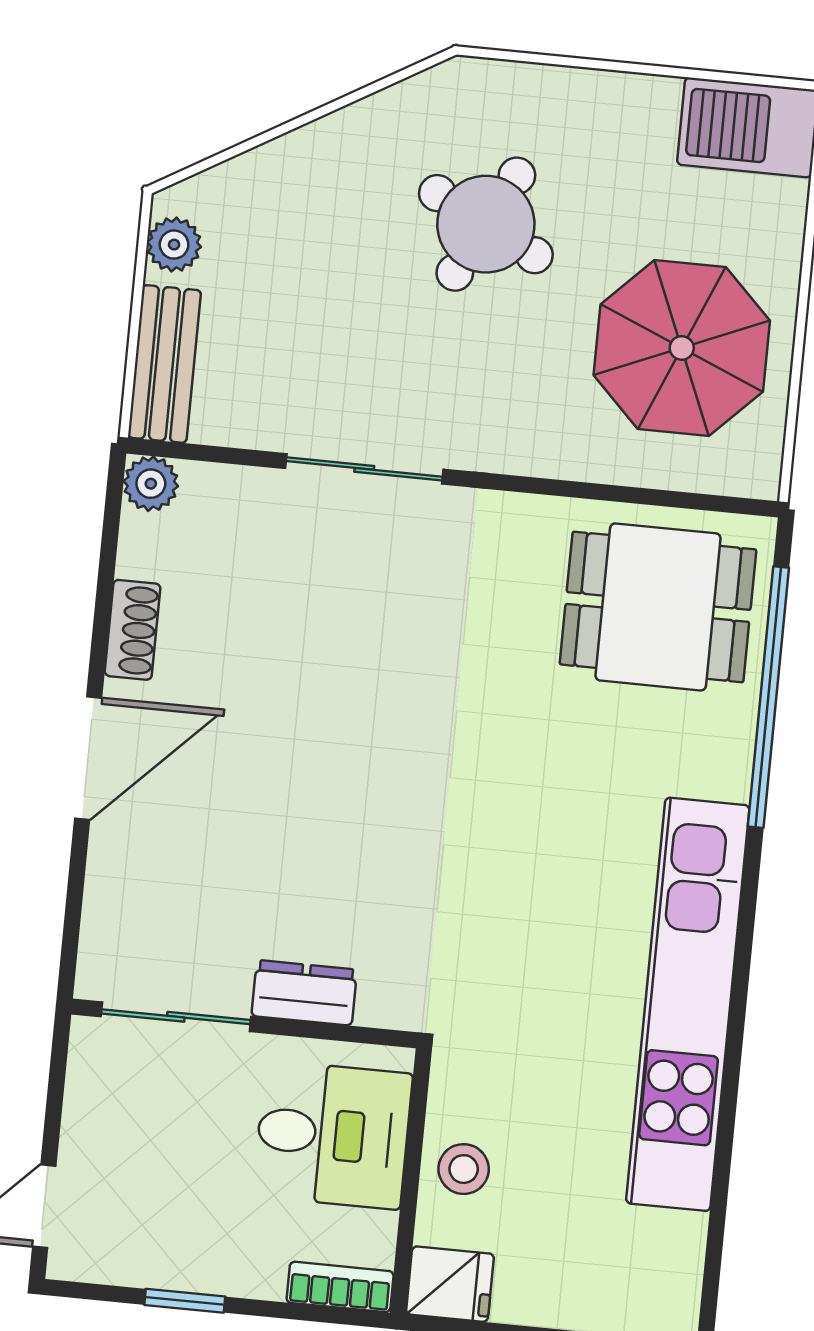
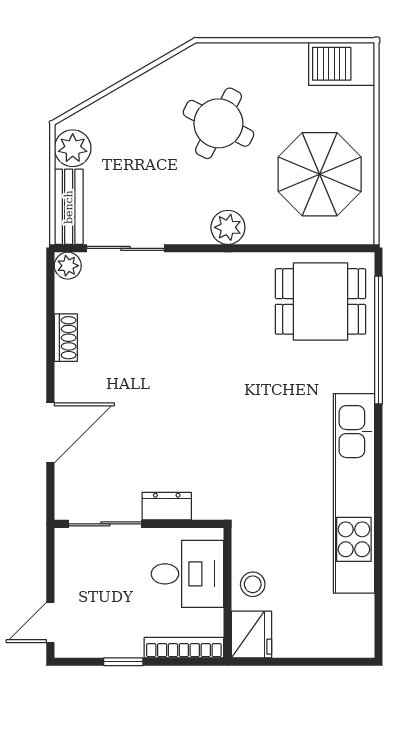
plant: (174, 245) -> (73, 148), width x1.38, depth x1.38
plant: (484, 438) -> (228, 227), added
sliding door: (364, 469) -> (125, 248), moved
door: (88, 758) -> (50, 433), moved
fridge: (450, 1284) -> (252, 634), width x1.38
bookcase: (340, 1287) -> (184, 648), width x1.56

